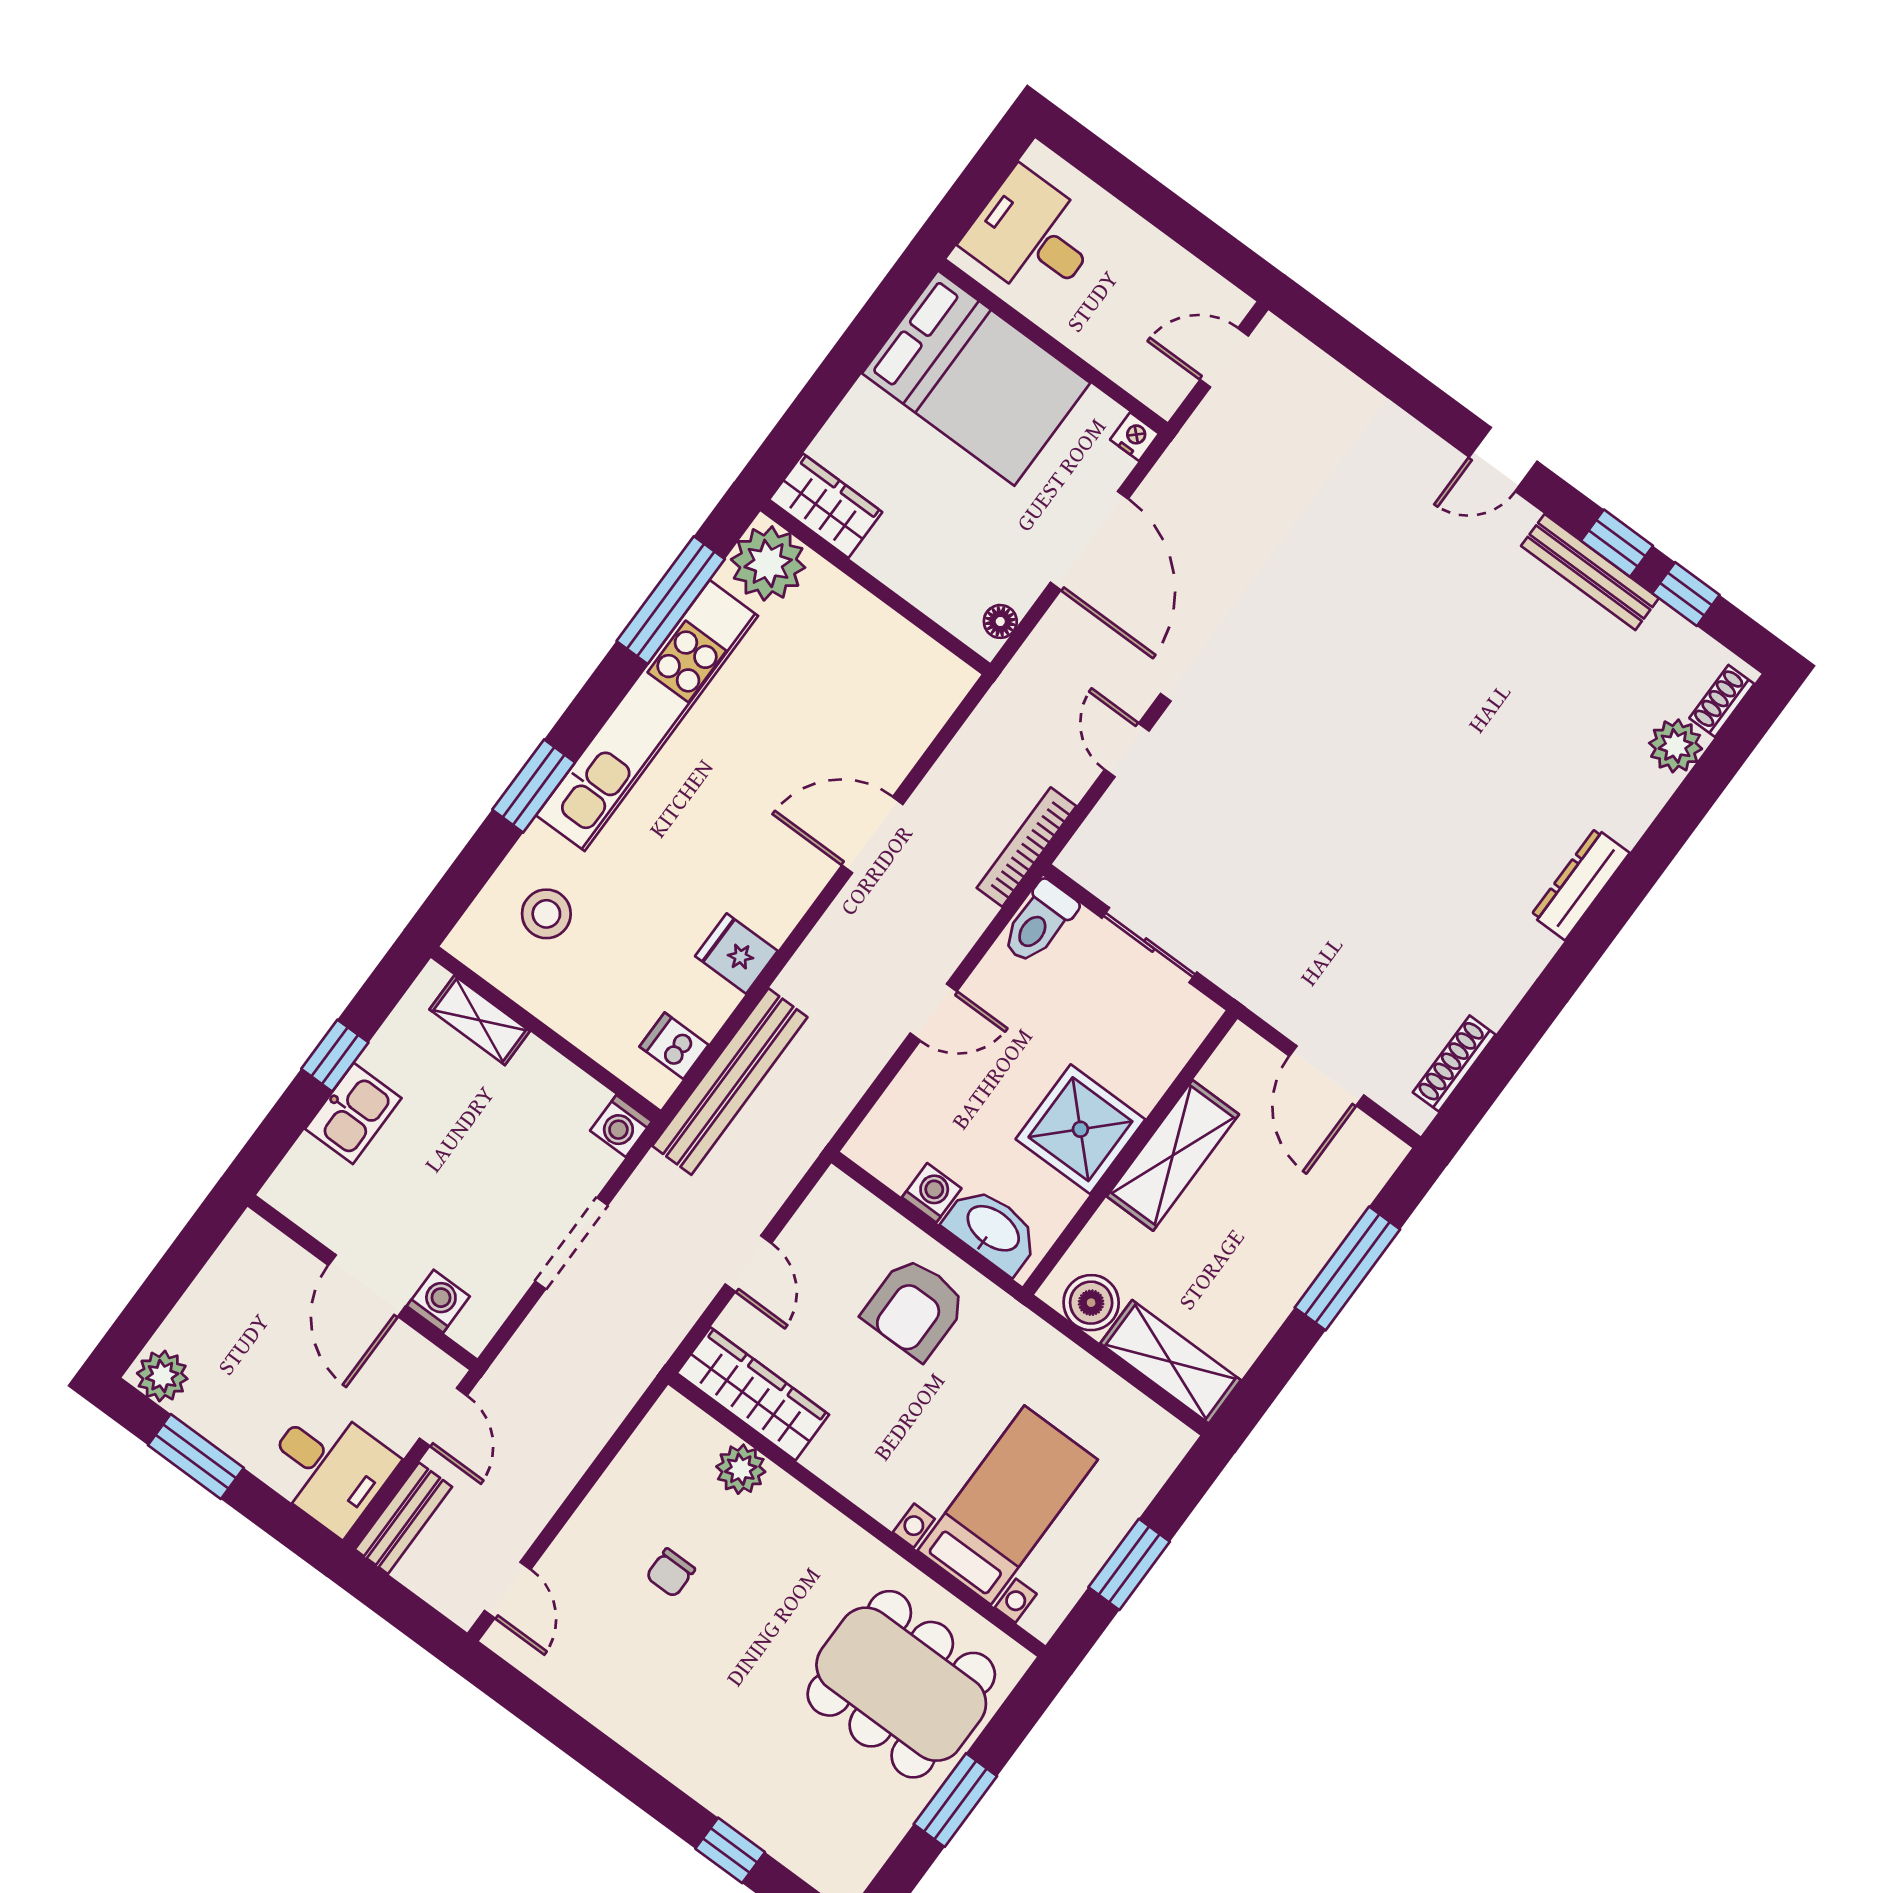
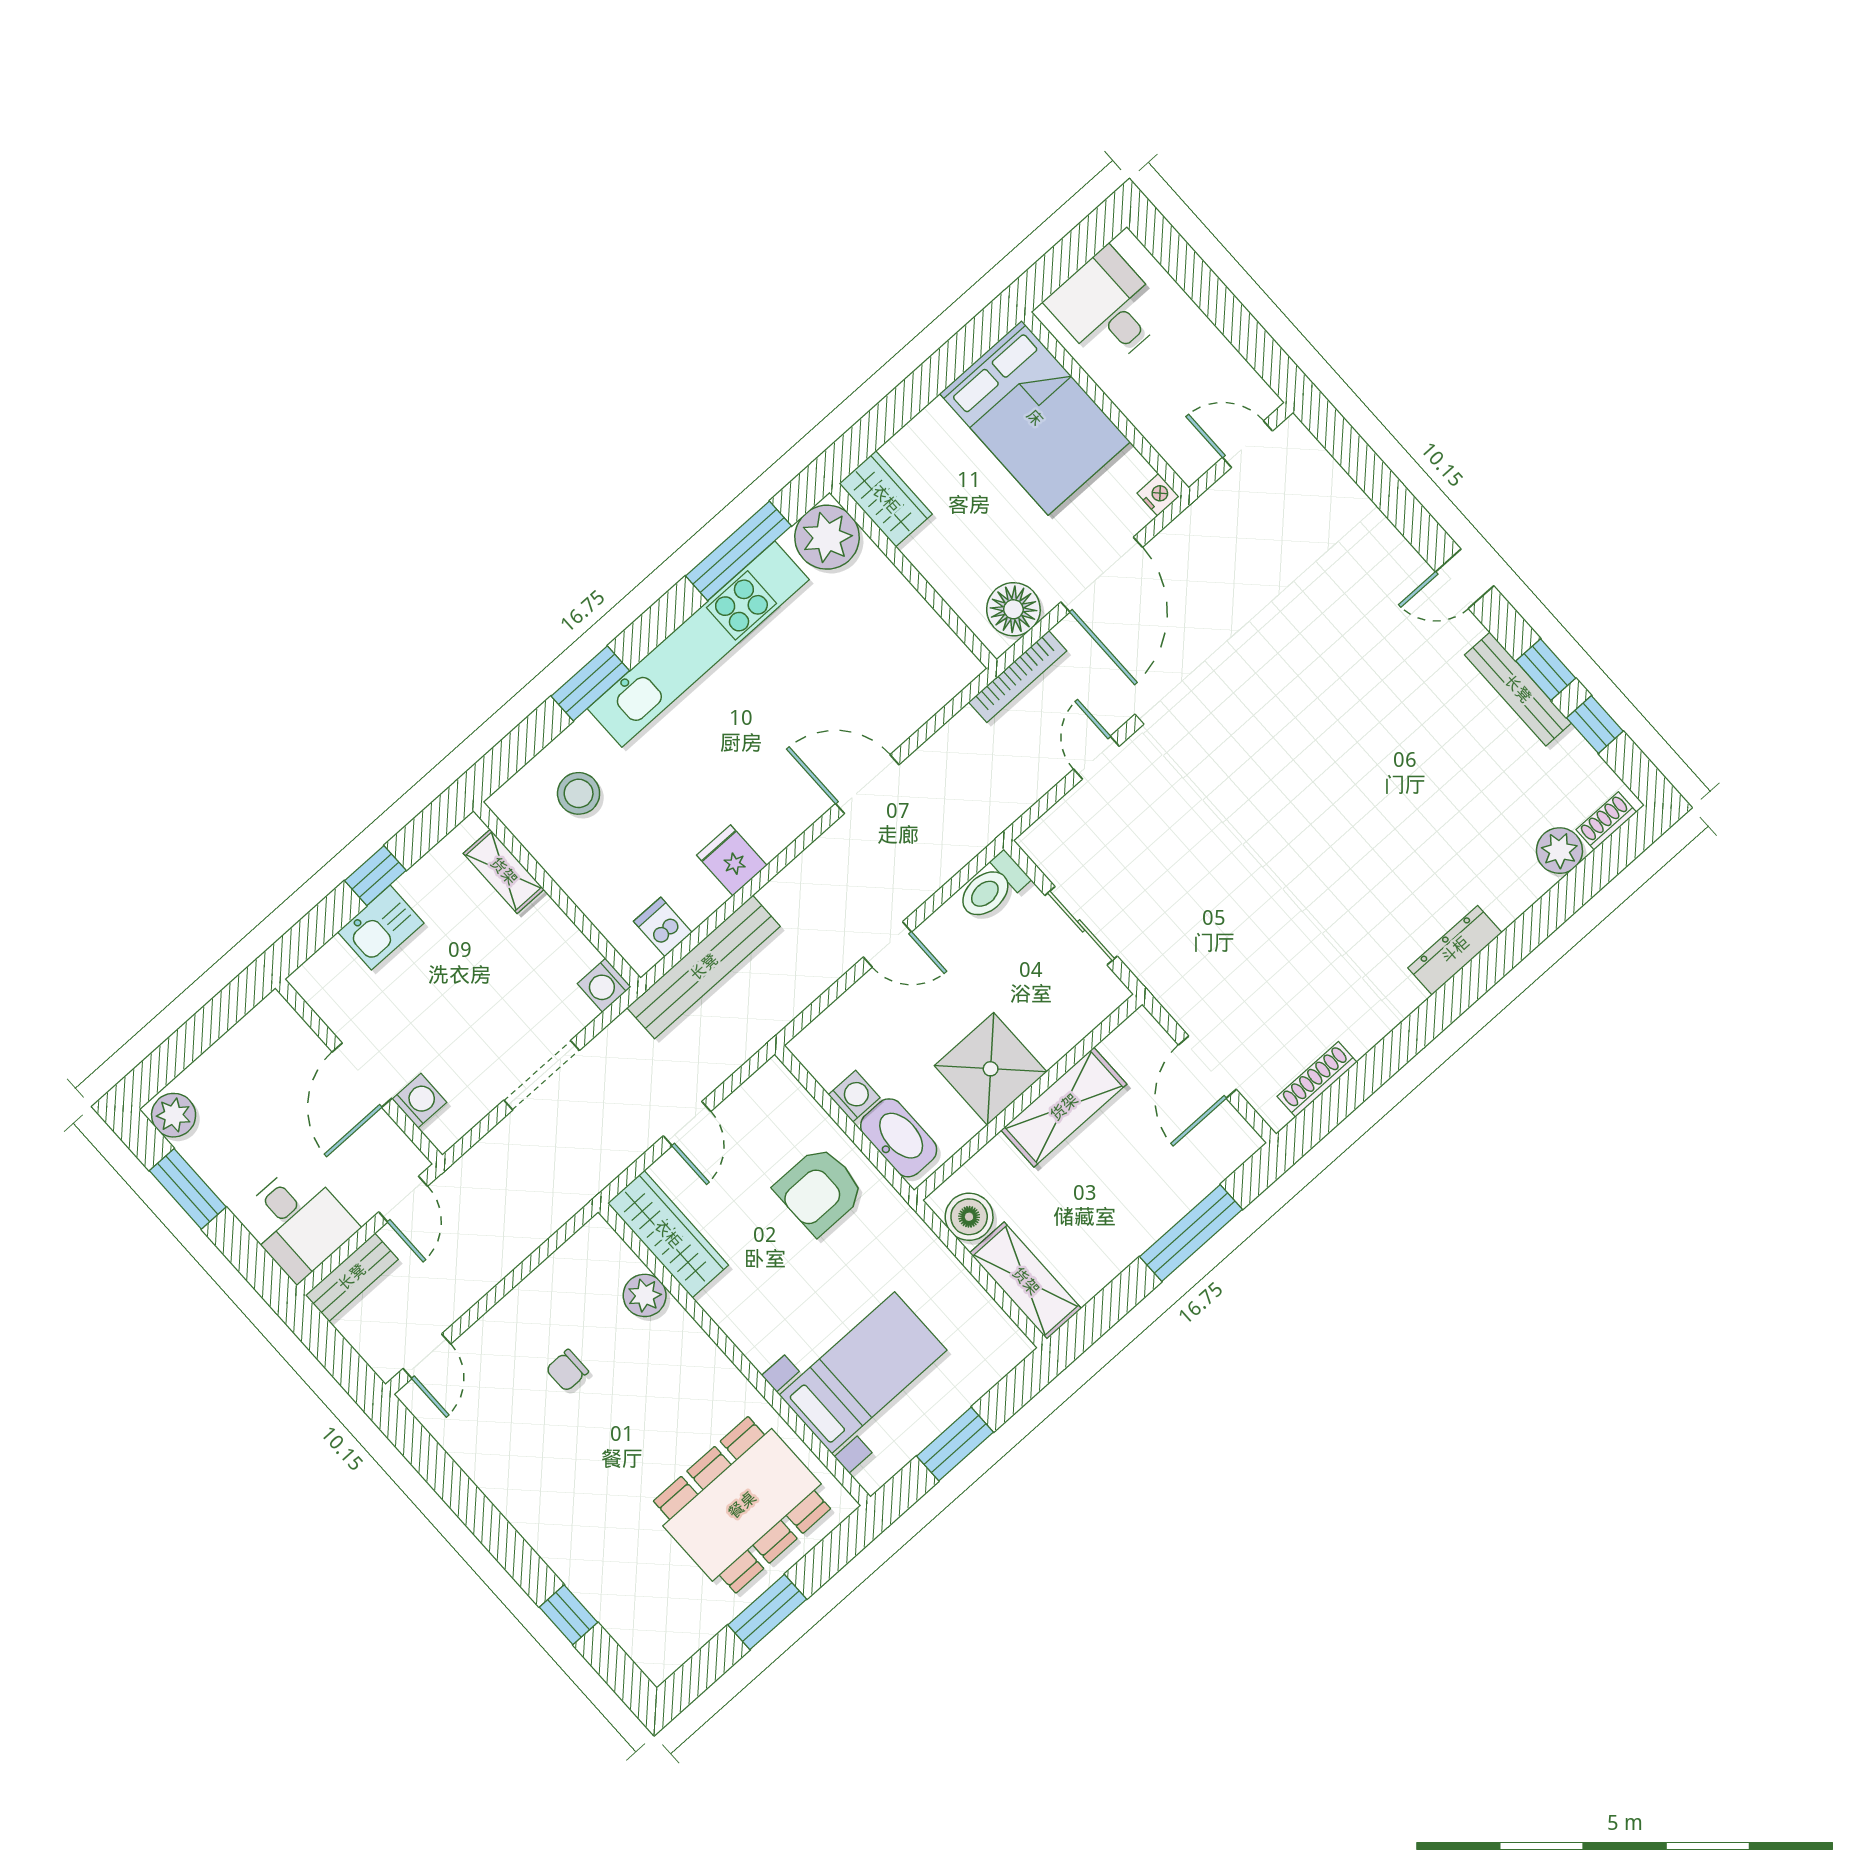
floor lamp: (1000, 621) -> (1013, 609), width x1.89, depth x1.89
bookcase: (1027, 847) -> (1018, 676), moved, turned 180
dining table: (901, 1684) -> (742, 1505), turned 90

